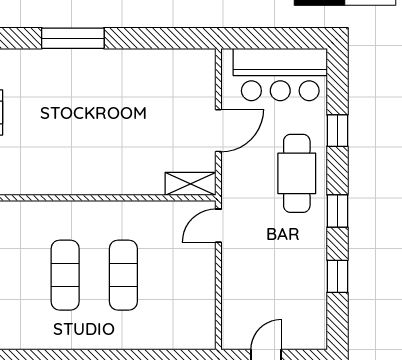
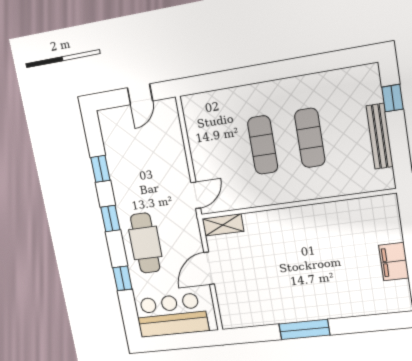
window: (73, 38) -> (304, 329), moved

